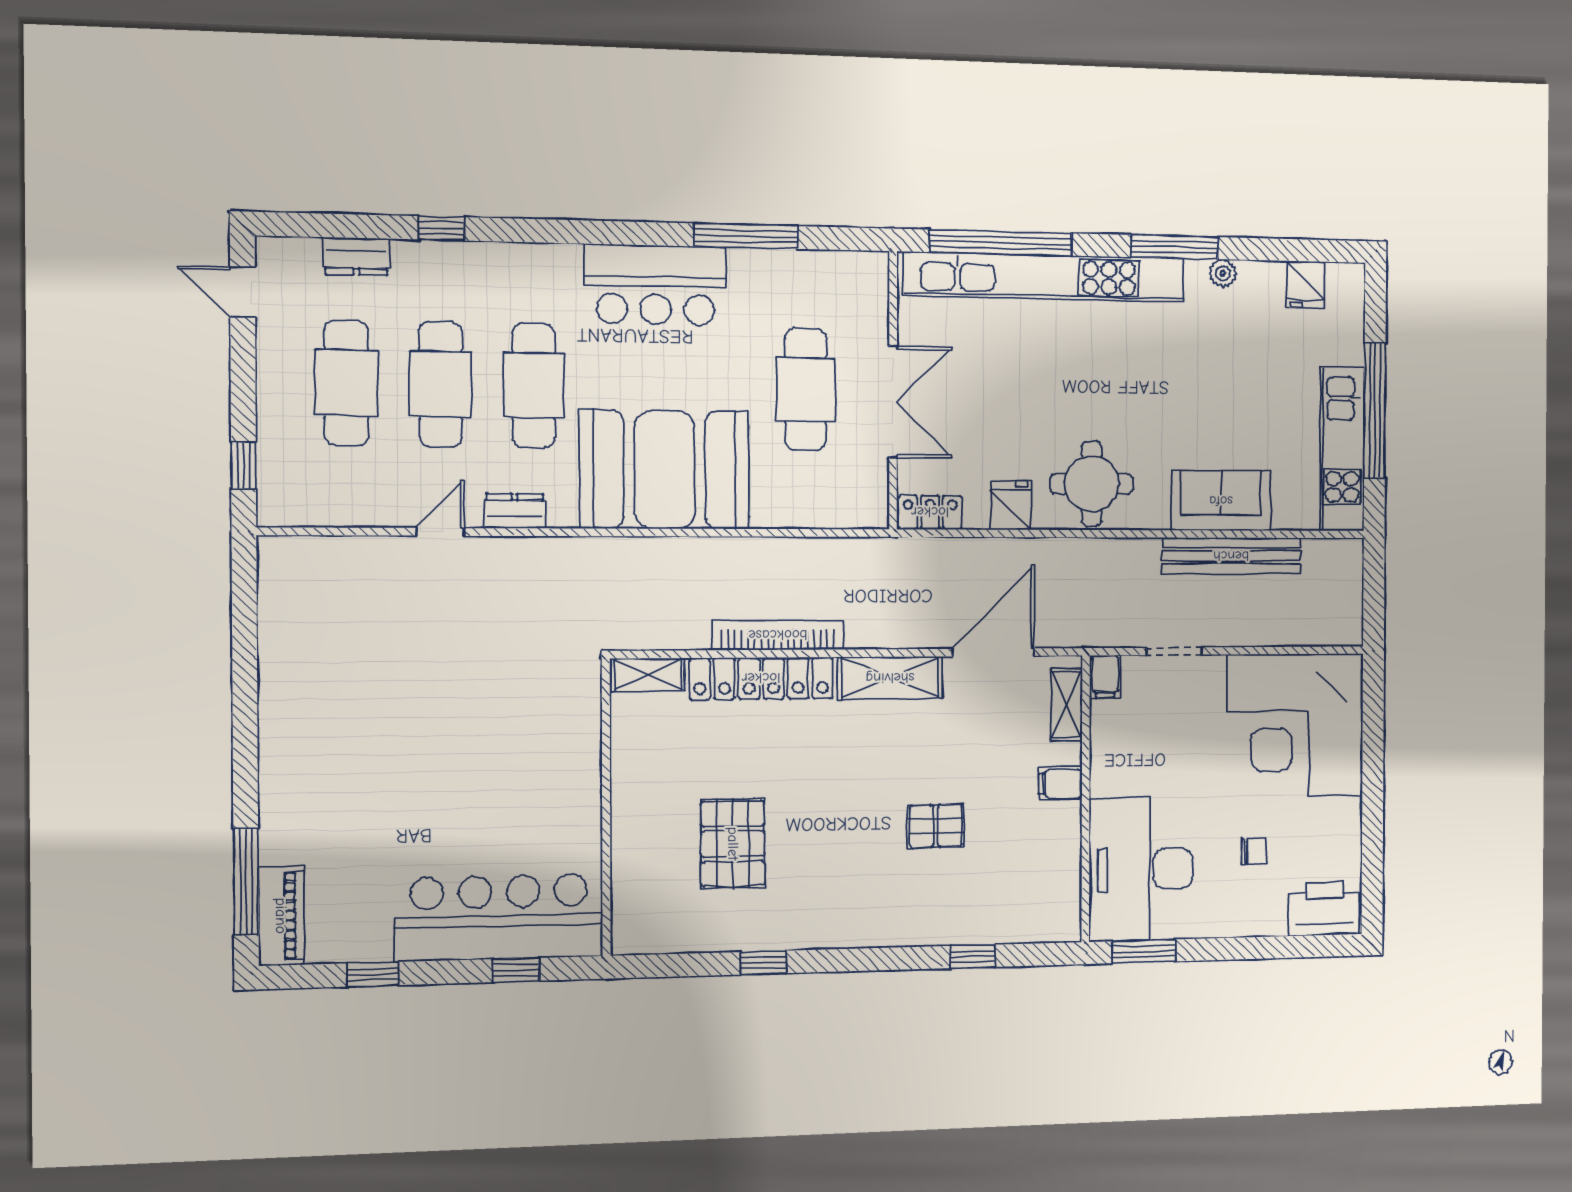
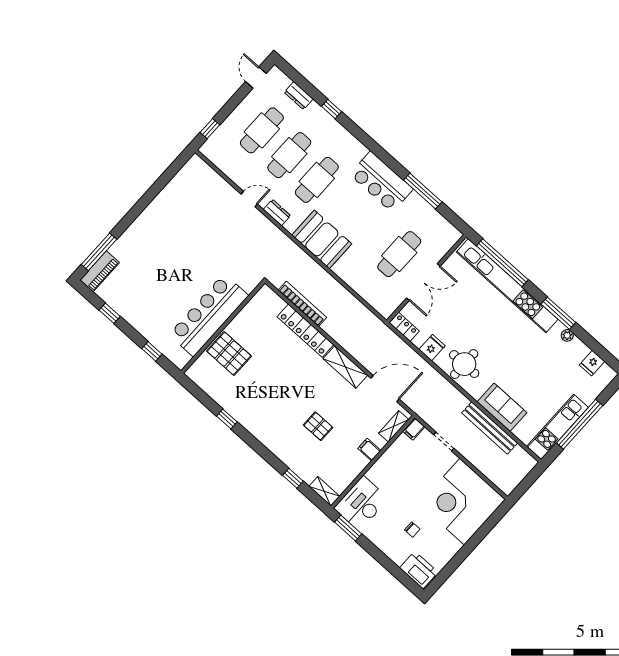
booth: (665, 470) -> (322, 239), width x0.73, depth x0.70
bookcase: (778, 635) -> (302, 304), moved
shelving: (648, 675) -> (324, 491), moved
pallet: (733, 844) -> (229, 354), moved, turned 90
desk: (1141, 869) -> (361, 503), width x0.73, depth x0.77
bar counter: (499, 917) -> (209, 315), moved, turned -90

